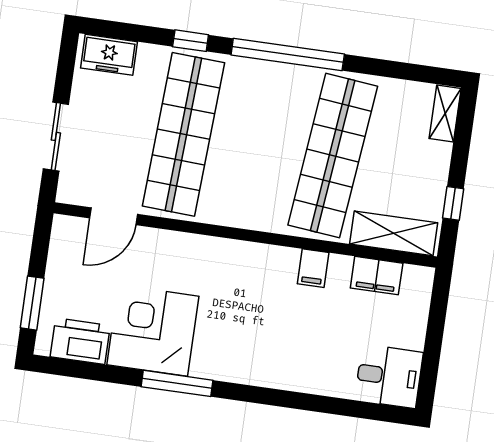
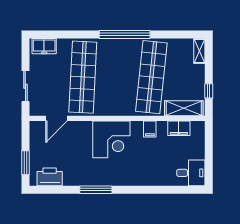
window: (191, 41) -> (80, 34), removed
corner desk: (153, 331) -> (111, 139), moved, turned 180

